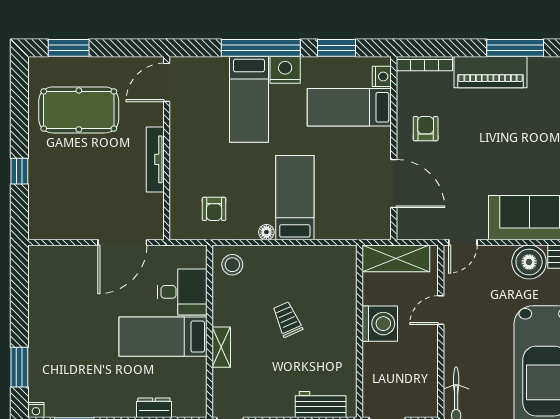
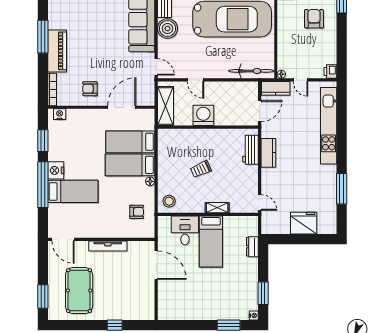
bed: (349, 107) -> (130, 142), moved, turned 90

